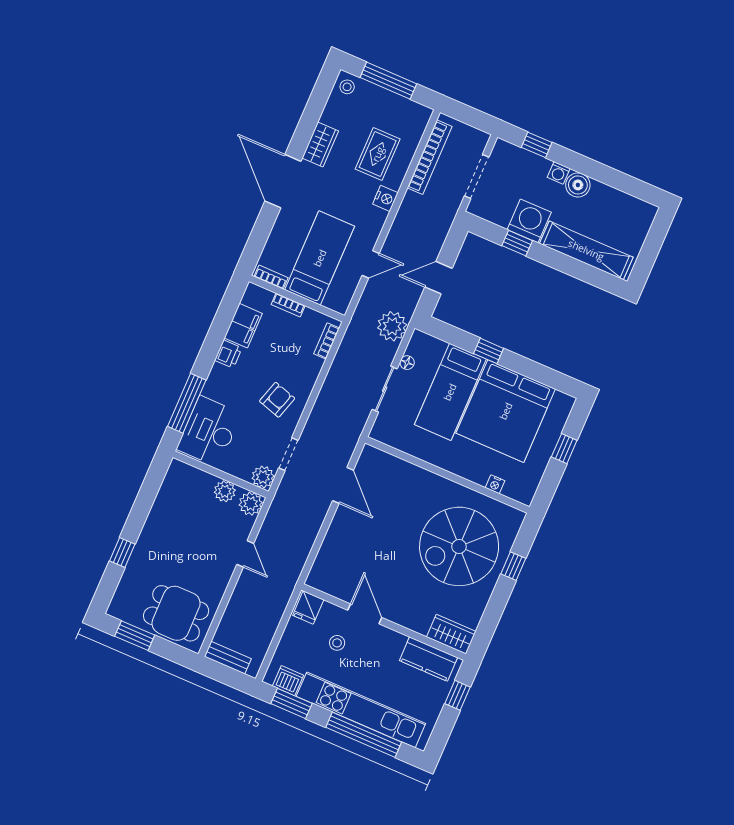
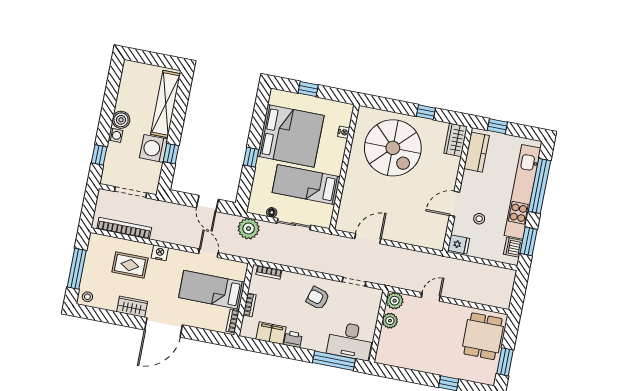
bed: (450, 392) -> (306, 185), moved, turned 180
plant: (263, 477) -> (374, 296), removed
window: (513, 566) -> (426, 112), moved
bench: (228, 658) -> (506, 293), removed

